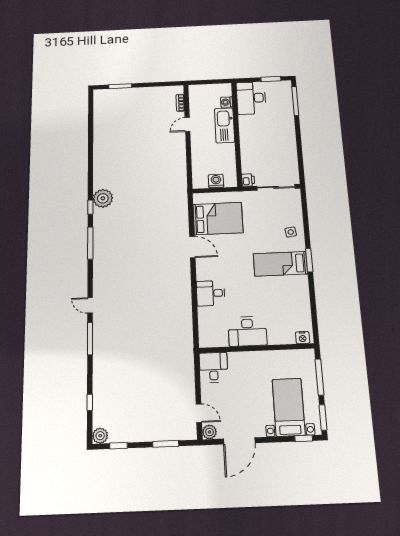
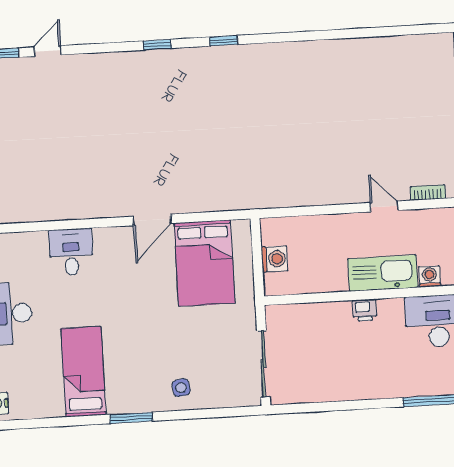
printer: (248, 180) -> (365, 310), moved
plant: (103, 198) -> (240, 62), removed
window: (90, 243) -> (157, 45), width x0.46
bed: (280, 264) -> (83, 372), moved

